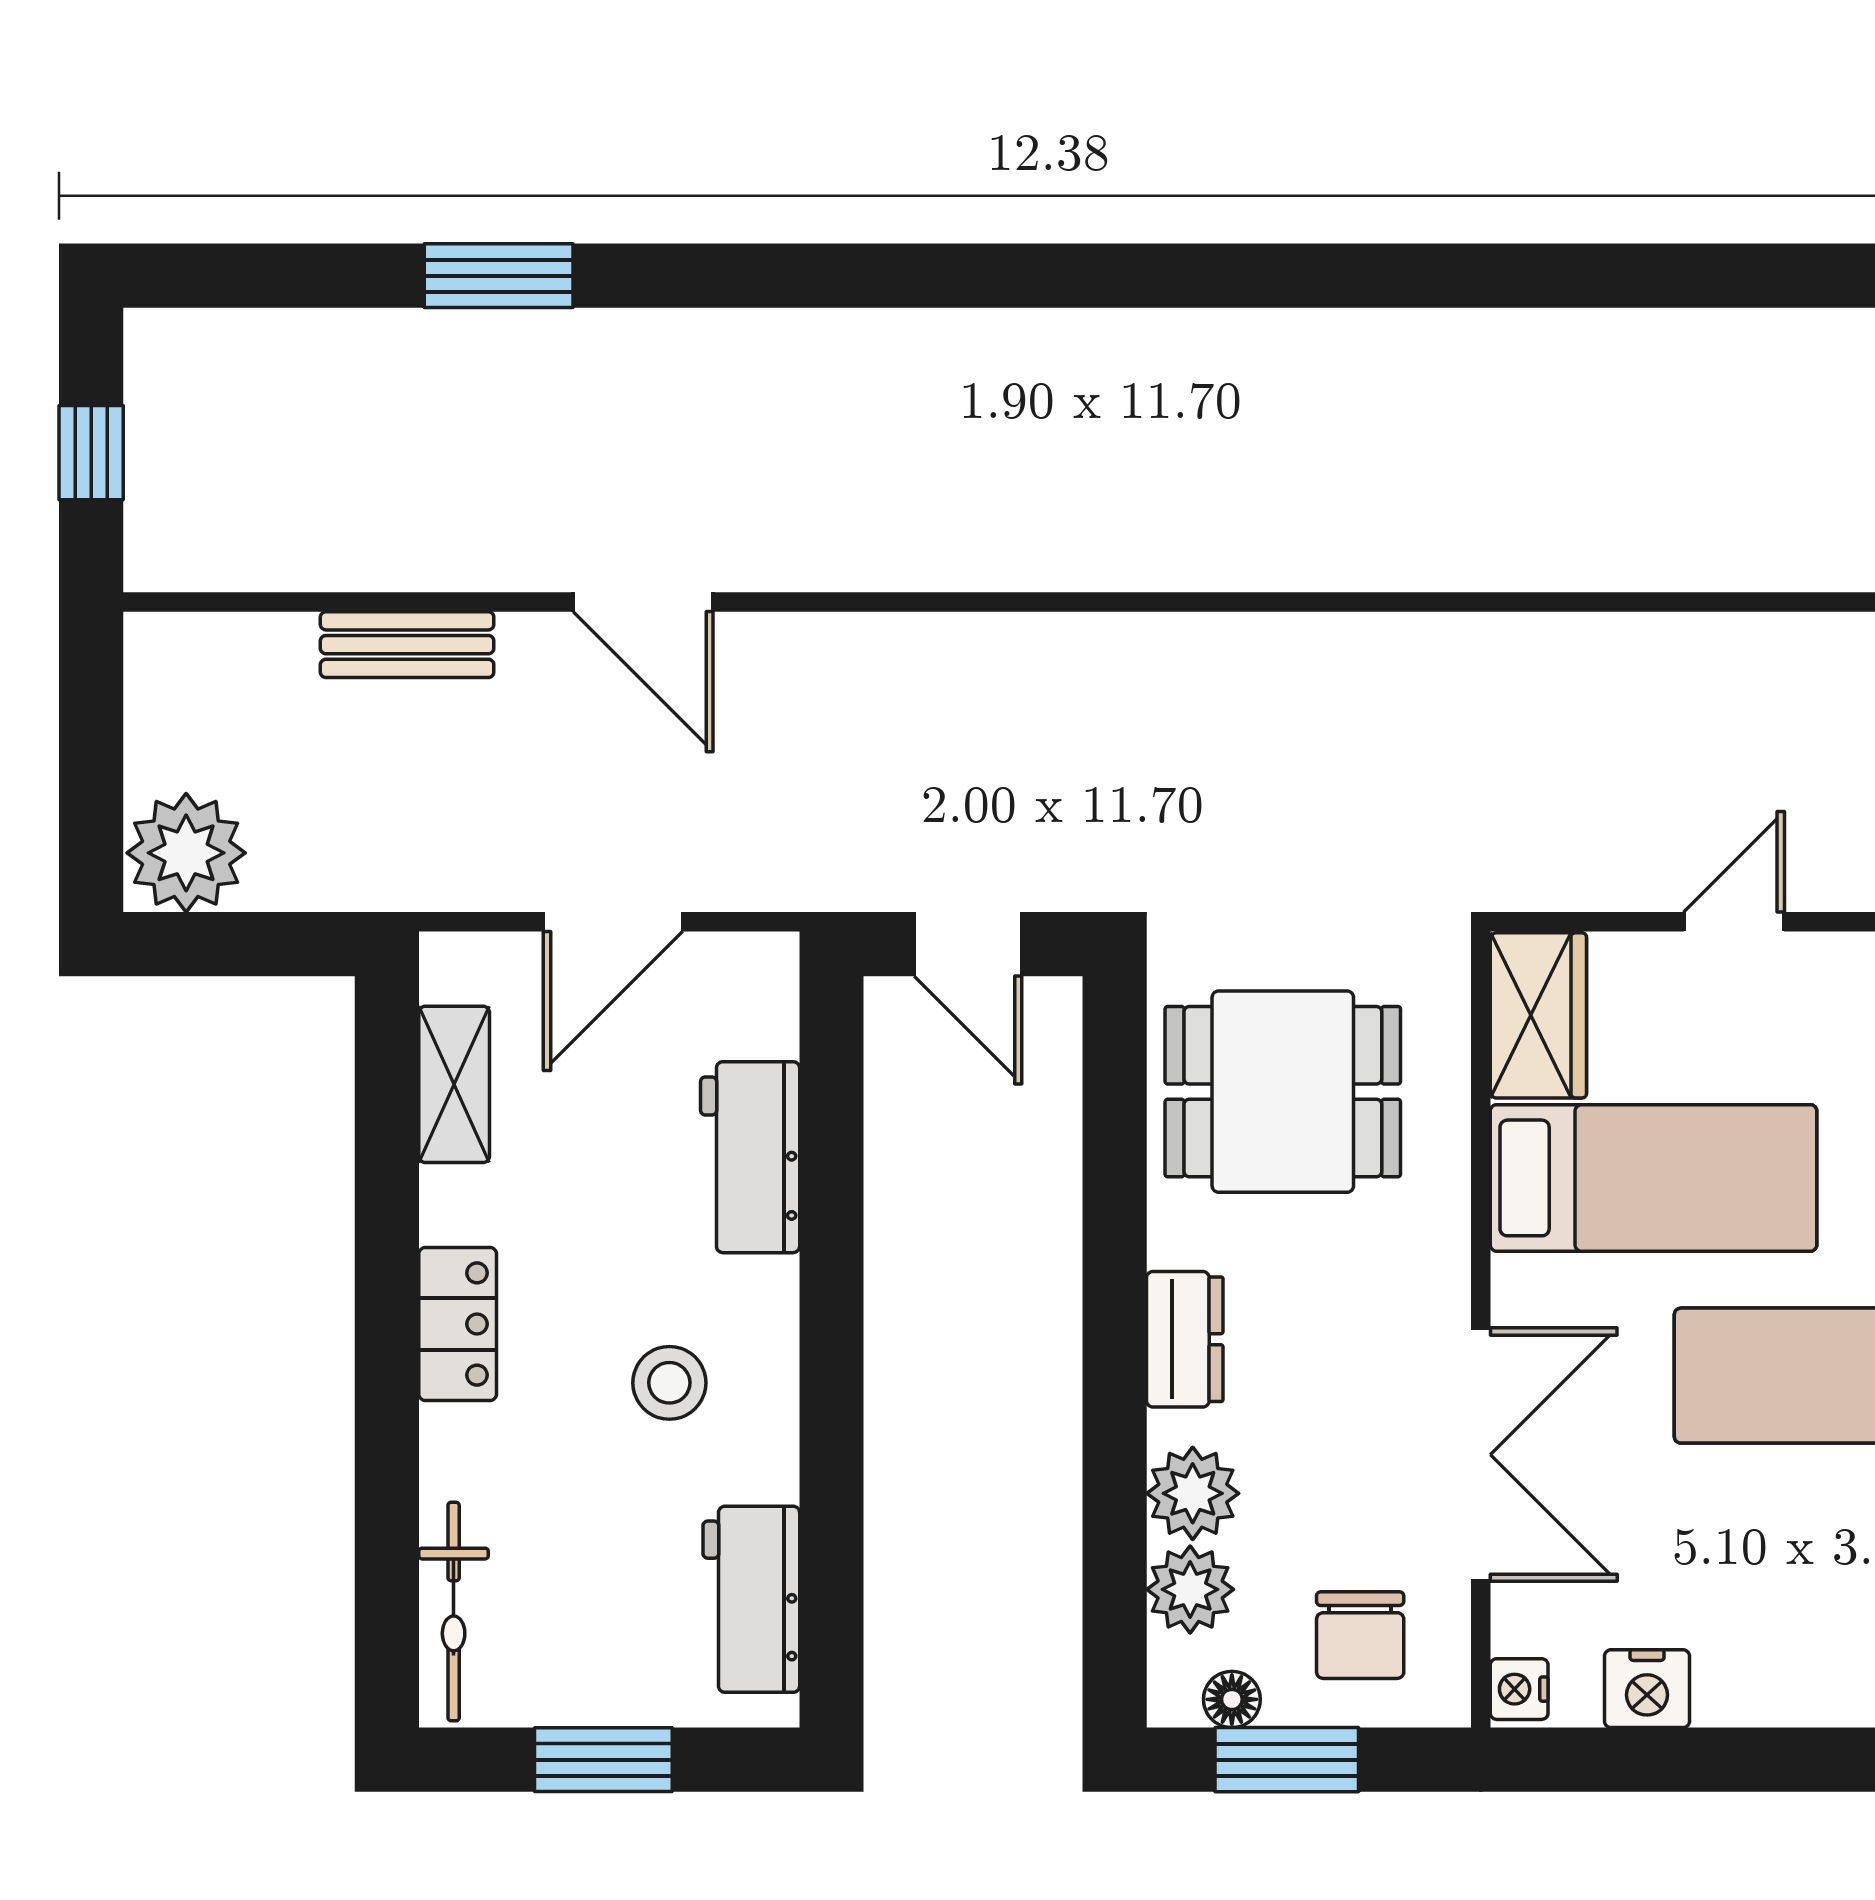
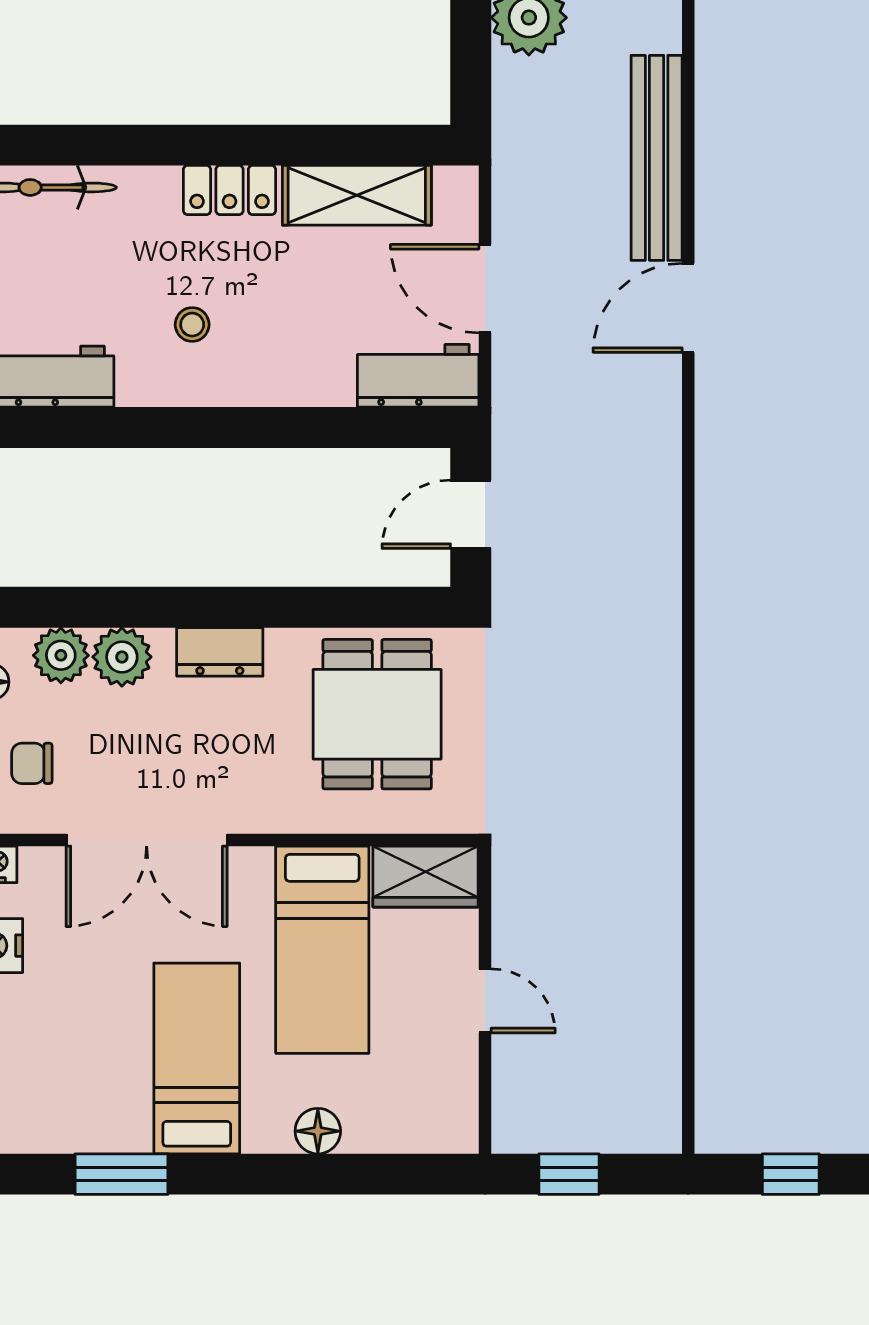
bench: (407, 645) -> (657, 158), width x1.86, depth x1.21
shelving: (454, 1084) -> (357, 195), width x1.50, depth x1.33
workbench: (750, 1157) -> (418, 376), moved
stool: (669, 1383) -> (192, 325), width x0.73, depth x0.73
chair: (1360, 1635) -> (32, 763), width x0.73, depth x0.73

